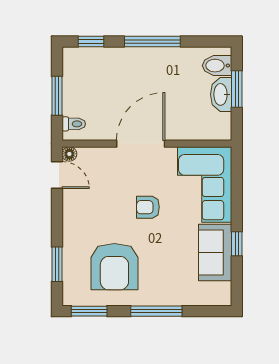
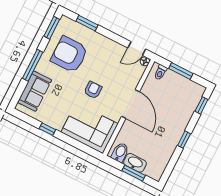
window: (152, 42) -> (184, 140), width x0.46
bidet: (217, 66) -> (120, 152), moved
sofa: (215, 253) -> (35, 91), moved, turned 90

